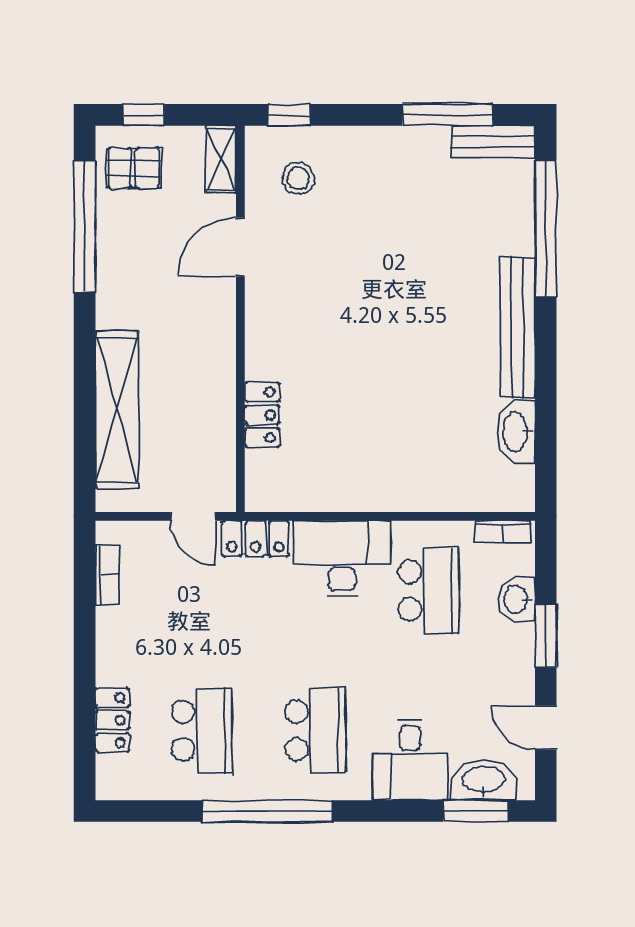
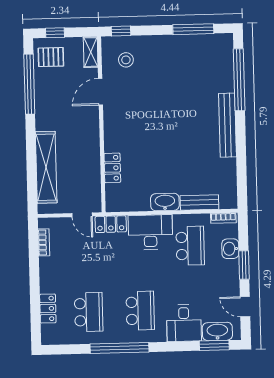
bench: (493, 142) -> (199, 203), moved
washbasin: (516, 432) -> (165, 202), moved, turned 90

